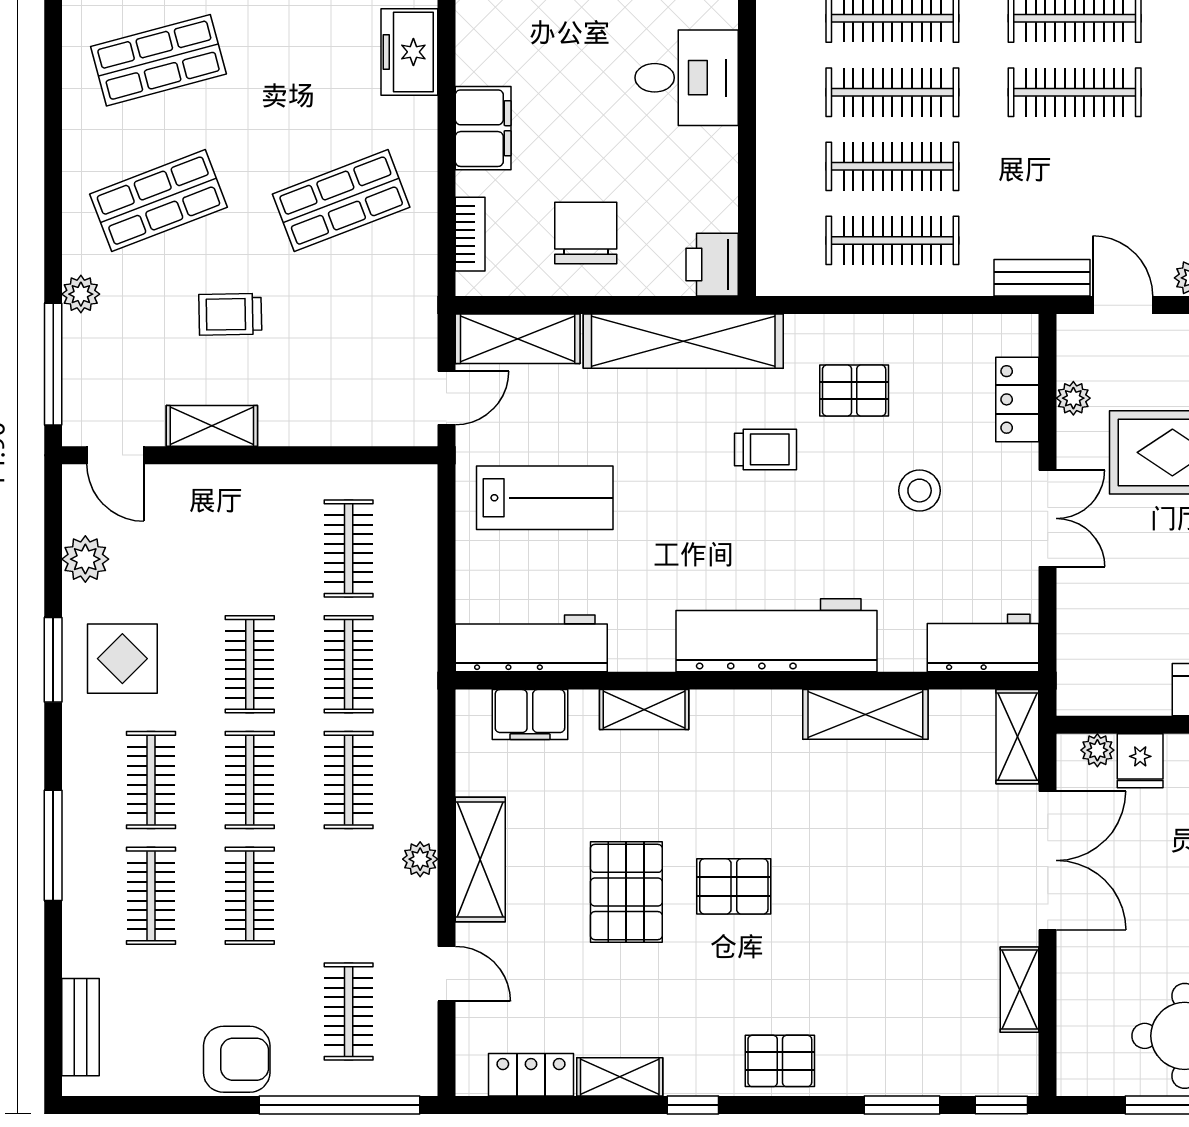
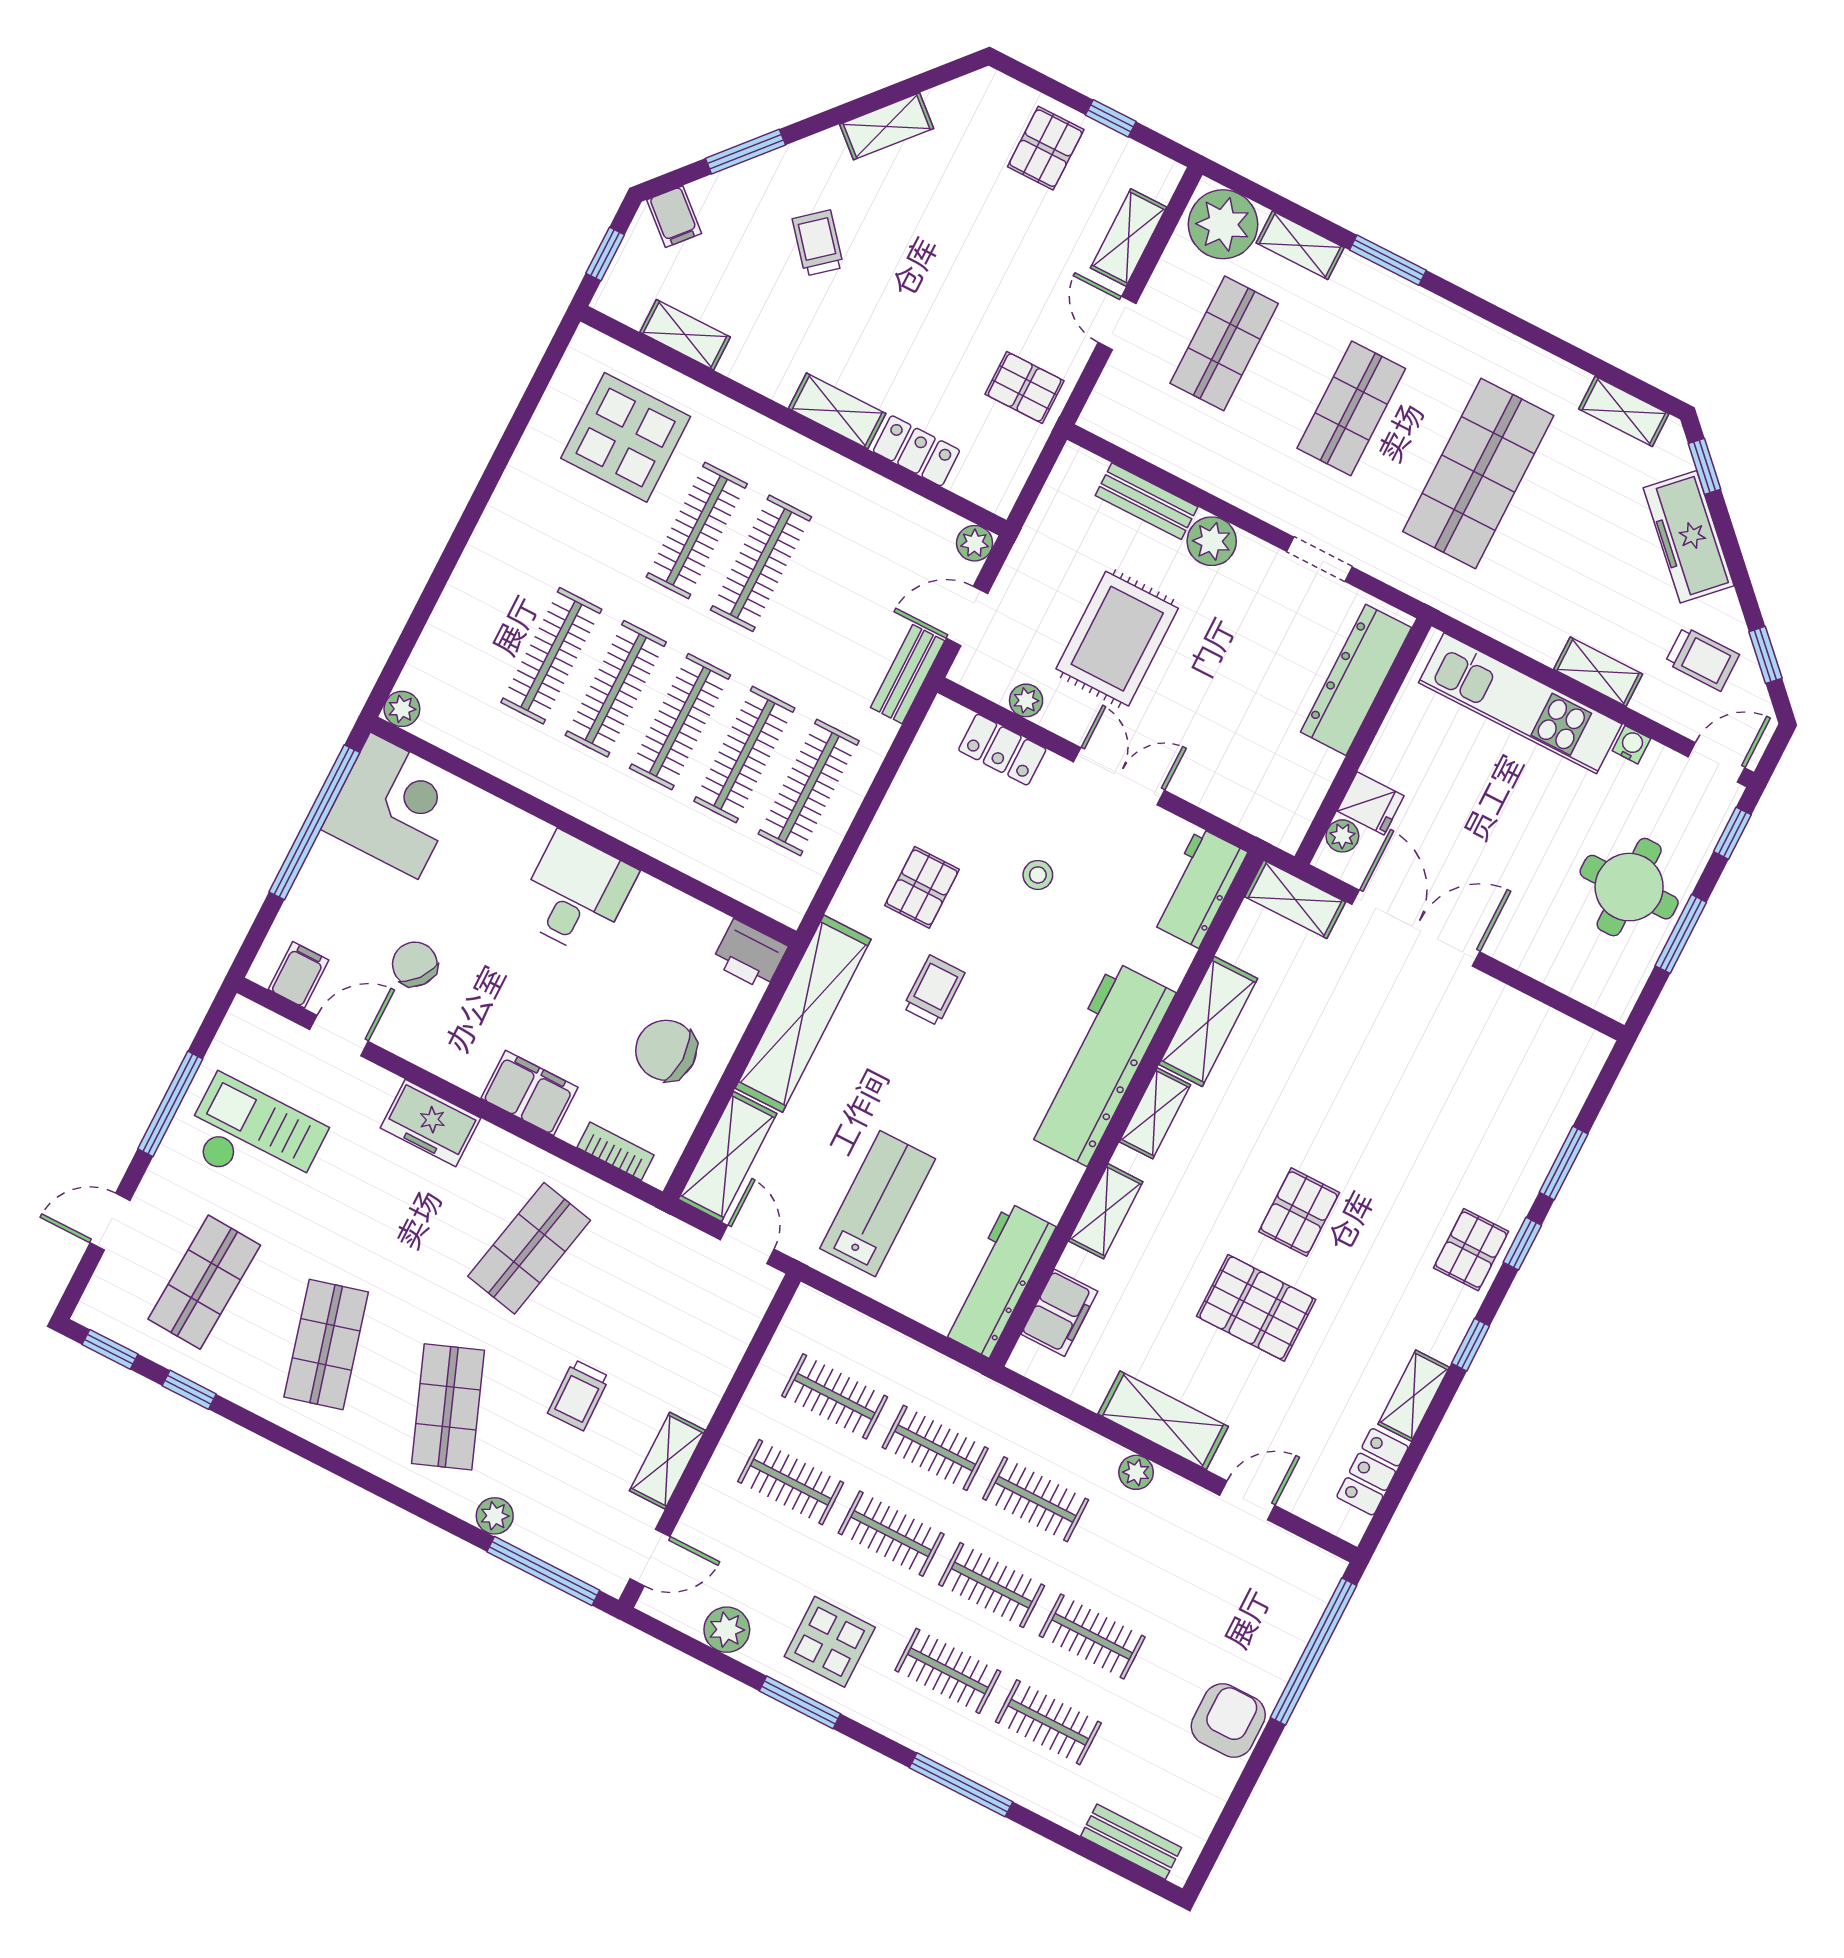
shop shelf: (341, 201) -> (529, 1248), turned 33
stool: (920, 491) -> (1038, 875), width x0.73, depth x0.73
shelving: (1020, 990) -> (1155, 1113), moved, turned 90
clothes rail: (349, 1012) -> (791, 1482), moved
window: (1001, 1105) -> (1522, 1244), moved

